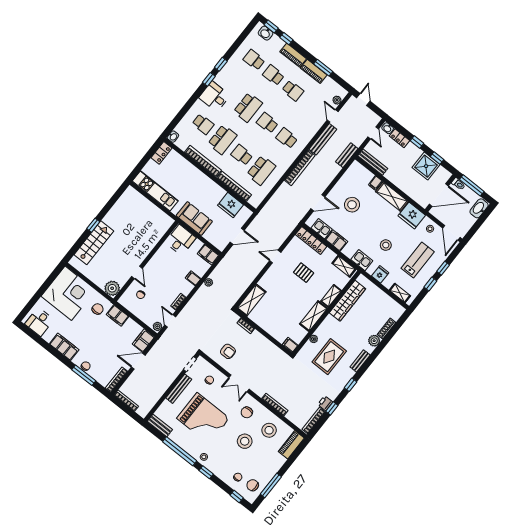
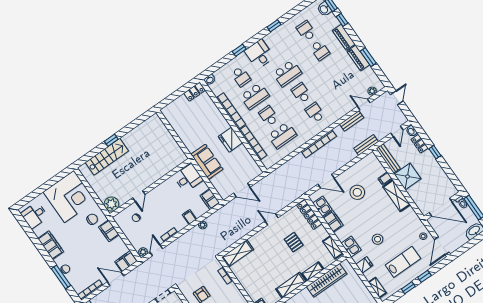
school desk: (273, 75) -> (320, 50), turned 180
window: (209, 79) -> (239, 50), moved
school desk: (293, 91) -> (334, 70), removed
door: (333, 116) -> (364, 105), hinge flipped
bench: (323, 139) -> (352, 121), width x0.73
window: (437, 158) -> (449, 172), removed
shower: (426, 166) -> (408, 177), moved
kitchen unit: (155, 191) -> (178, 125), removed
fridge: (230, 205) -> (230, 140), moved
fridge: (412, 216) -> (410, 219), removed

